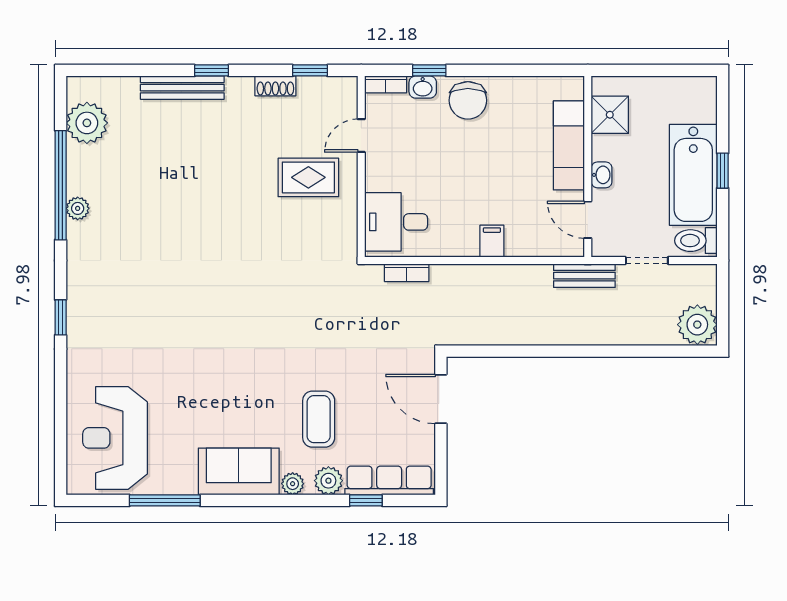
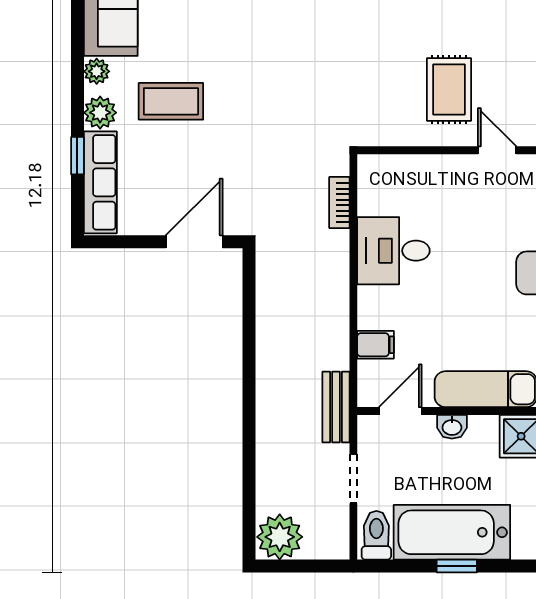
desk: (396, 222) -> (393, 251), moved, turned -90
filing cabinet: (492, 241) -> (376, 345), moved

